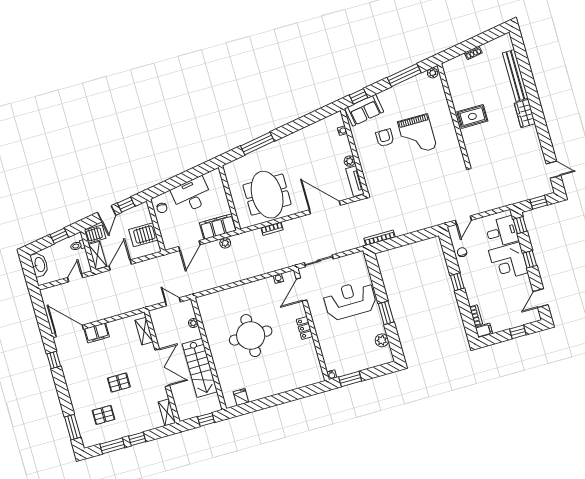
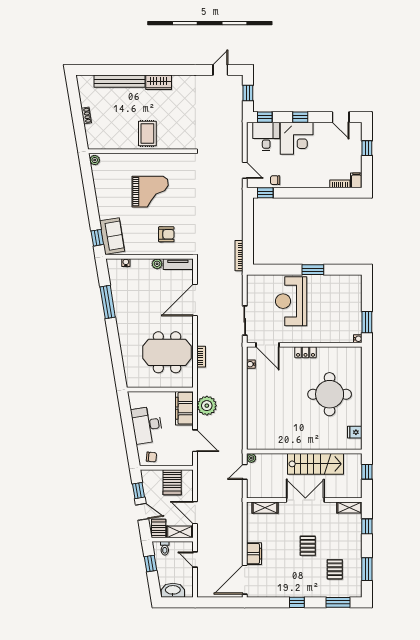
window: (404, 75) -> (89, 188), removed
armchair: (385, 138) -> (166, 234), moved, turned 180
window: (257, 144) -> (108, 302), moved
plant: (225, 243) -> (207, 406), width x1.88, depth x1.88
window: (457, 282) -> (265, 193), moved
plant: (193, 323) -> (251, 458), moved
round table: (251, 336) -> (330, 394), moved
plant: (382, 340) -> (338, 281), removed
window: (54, 360) -> (297, 602), moved
window: (137, 439) -> (367, 526), moved

